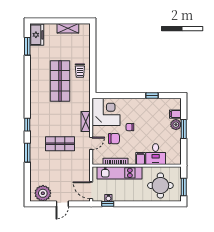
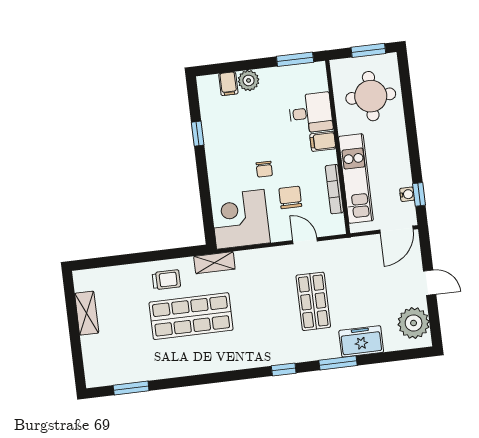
freezer: (37, 35) -> (361, 341), moved
shelving: (86, 122) -> (214, 263), moved
window: (184, 129) -> (295, 59), moved

